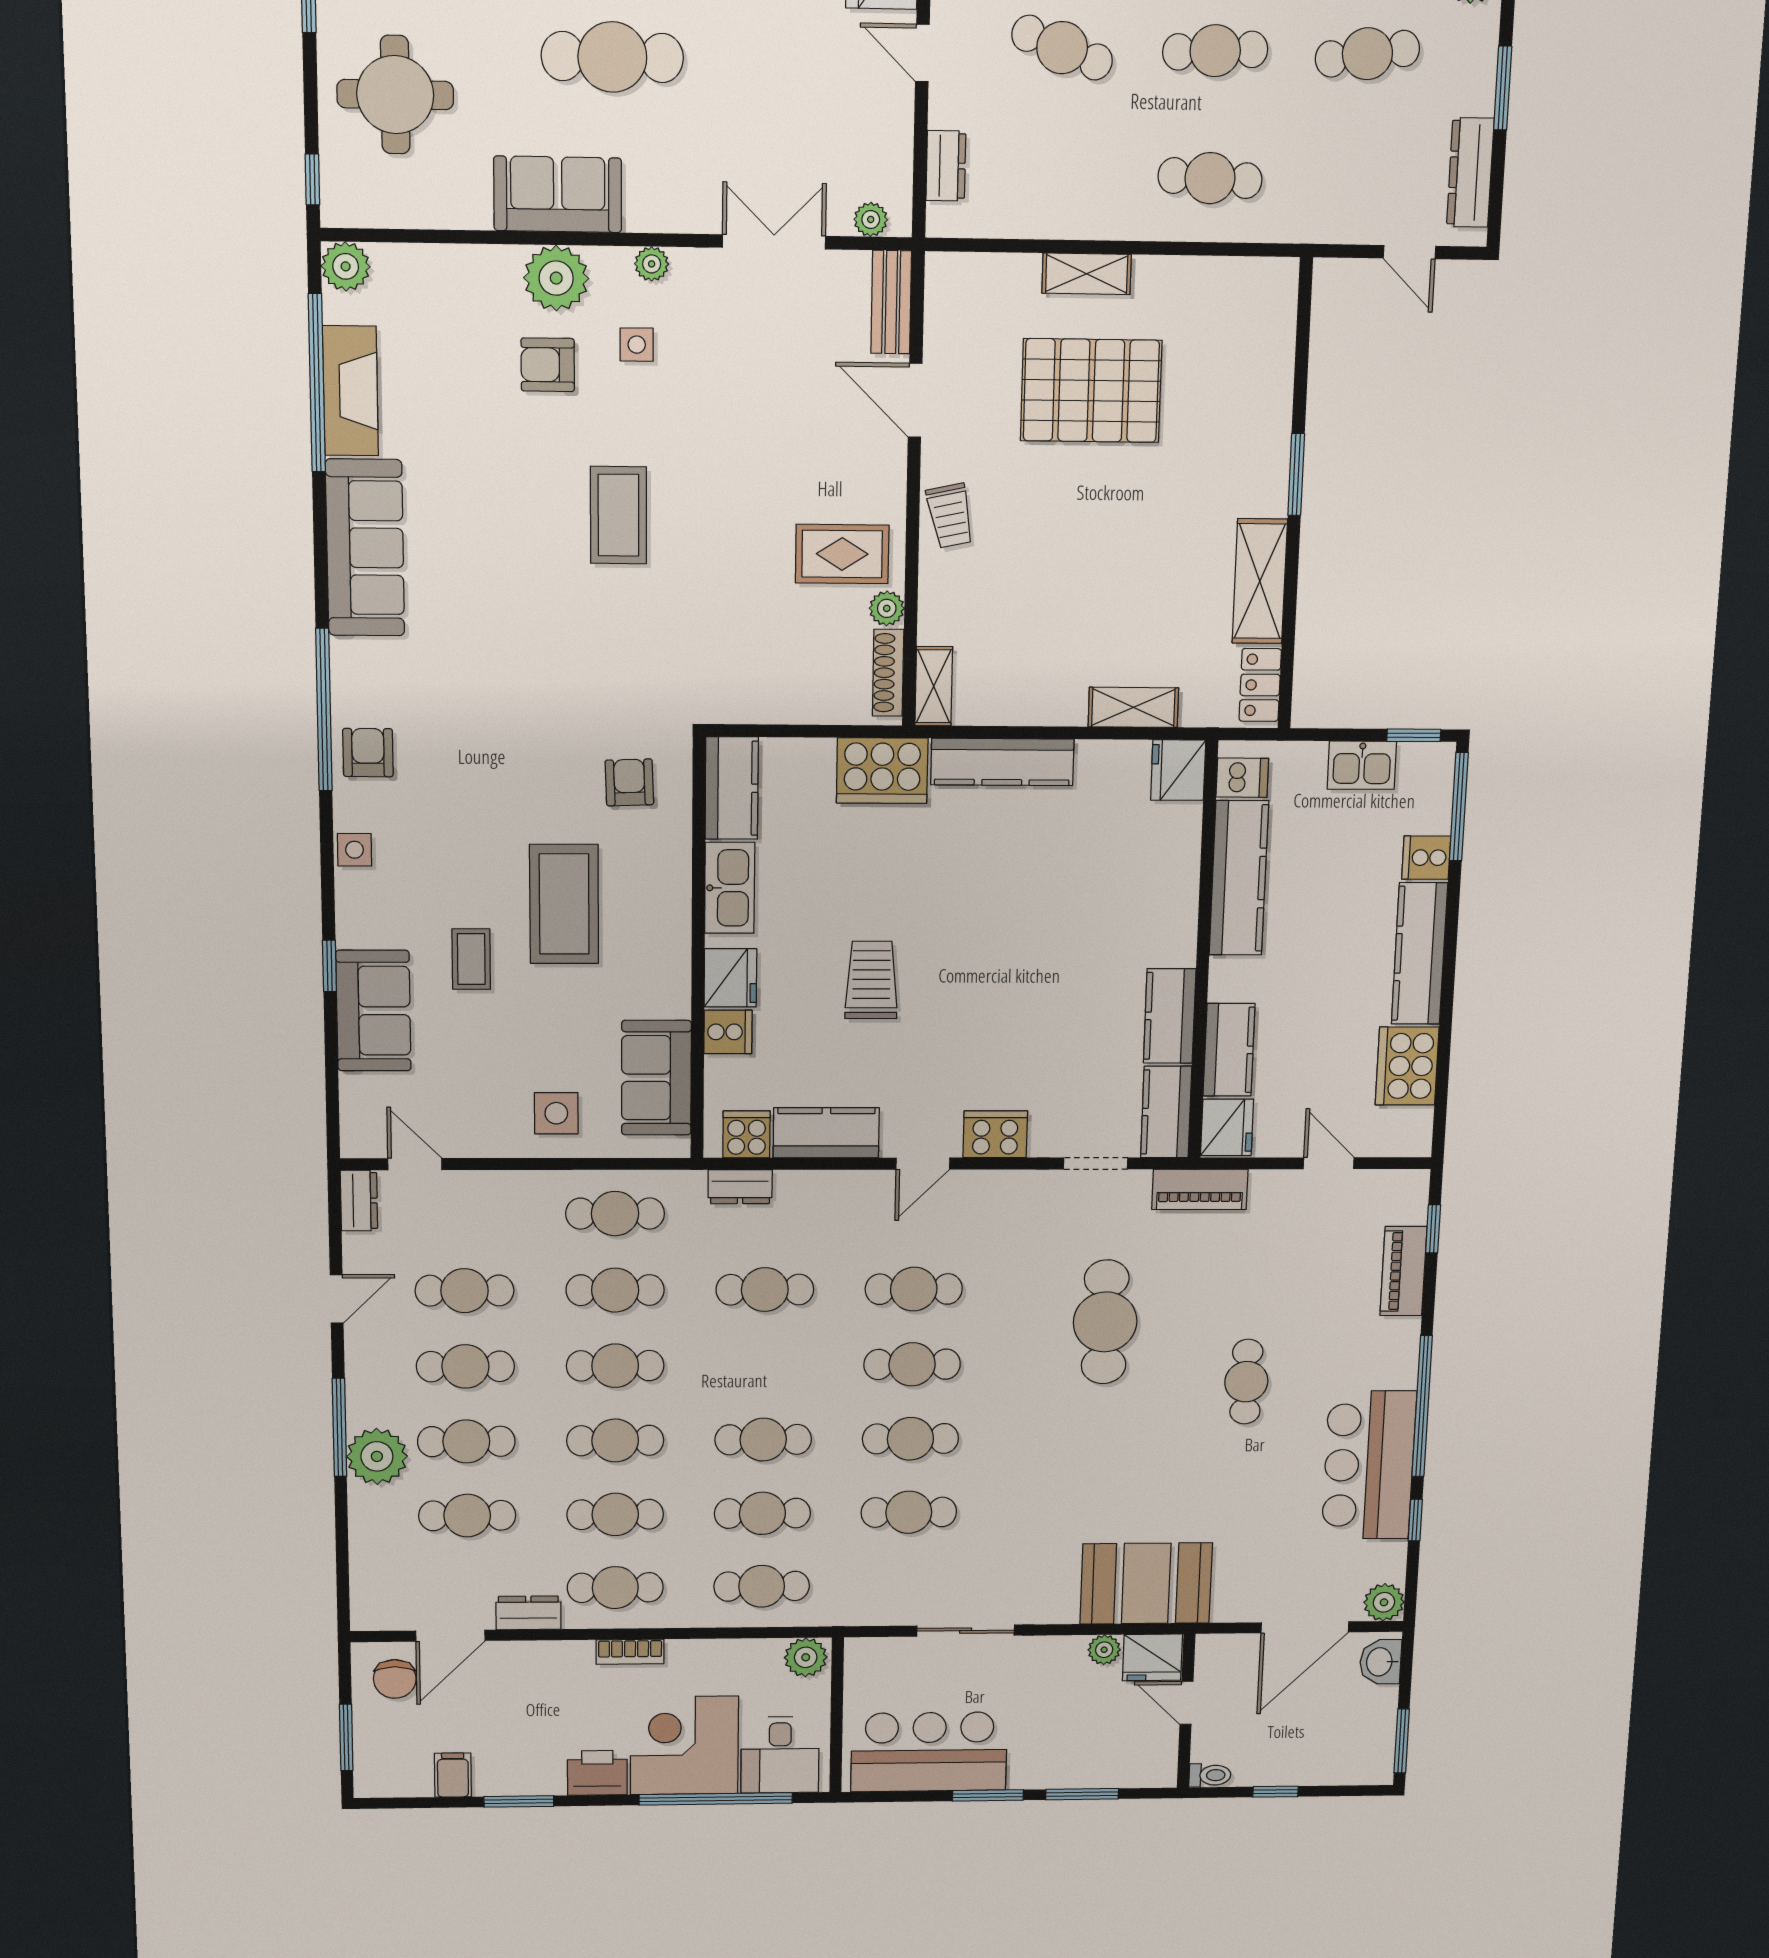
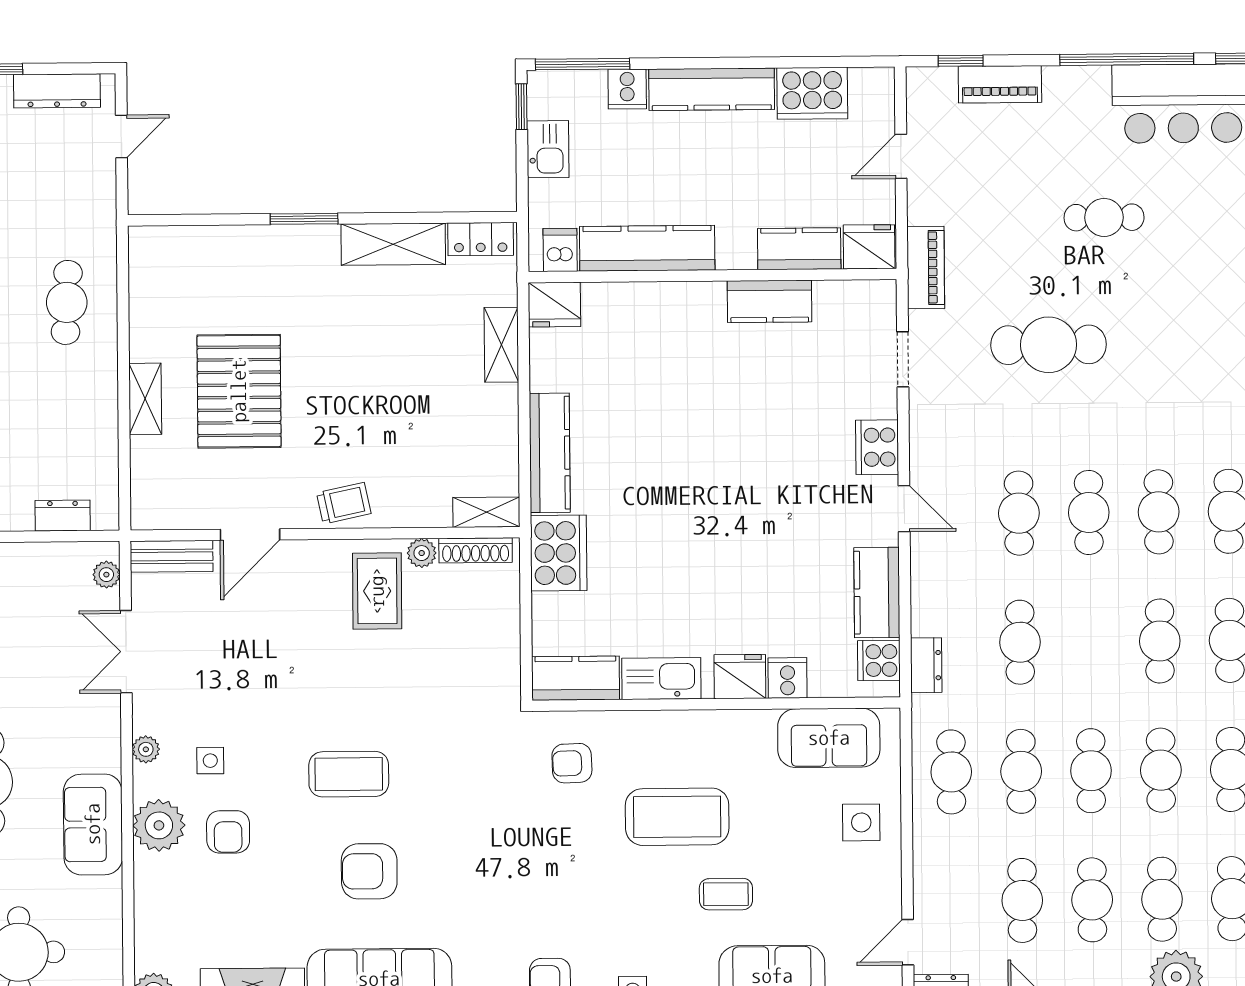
armchair: (499, 538) -> (369, 871), added
trolley: (871, 980) -> (740, 557), removed
kitchen counter: (1166, 1112) -> (856, 300), removed

